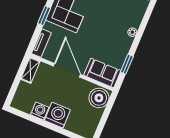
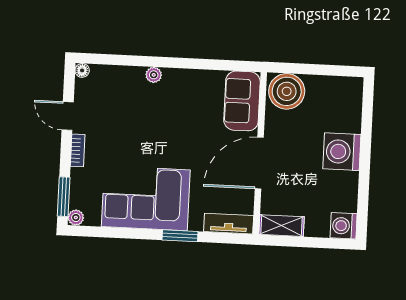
window: (127, 64) -> (212, 64), removed
washing machine: (40, 111) -> (344, 226), moved

